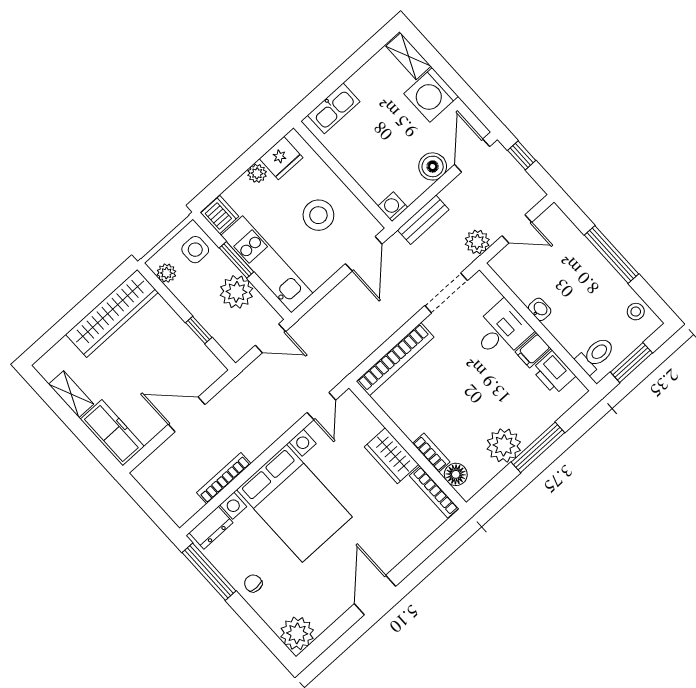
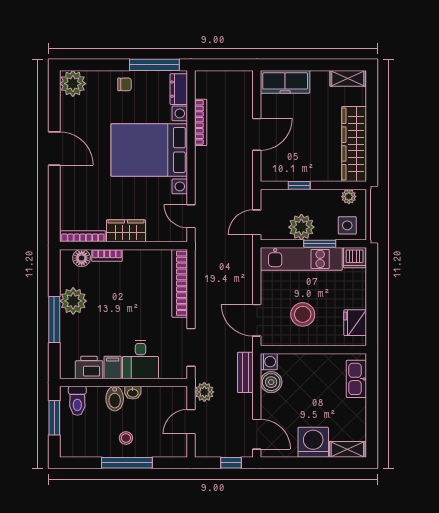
boiler: (433, 166) -> (271, 382), moved
plant: (257, 173) -> (359, 301), removed
stool: (636, 312) -> (126, 438), moved
bidet: (561, 322) -> (115, 399), added
shelving: (71, 394) -> (348, 78), moved

